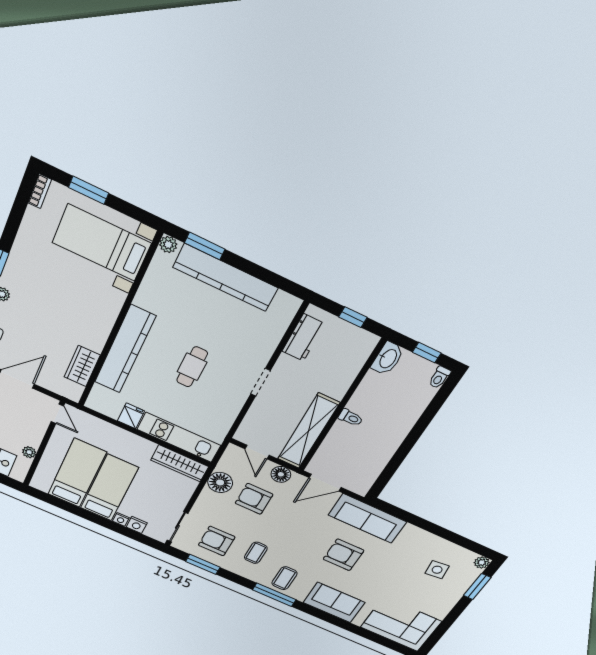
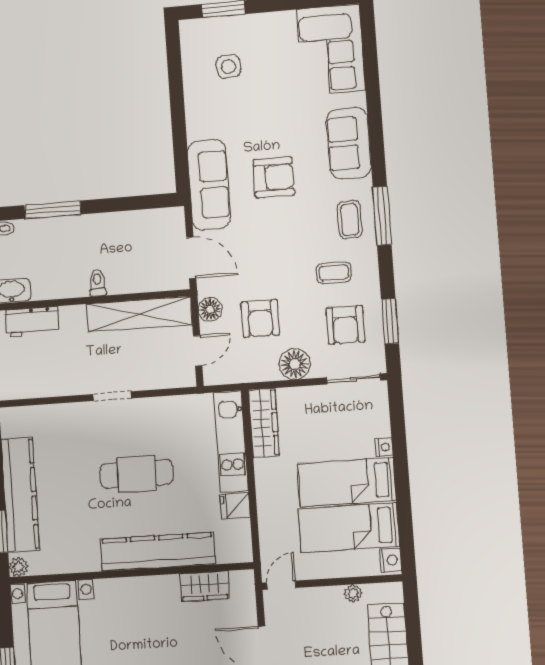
workbench: (303, 338) -> (32, 322), moved, turned 180
cafe table: (192, 367) -> (137, 474), width x1.37, depth x1.35
window: (426, 419) -> (53, 210), added
floor lamp: (220, 482) -> (295, 364), moved
nightstand: (137, 525) -> (390, 560), moved
armchair: (343, 555) -> (274, 177), turned -90
plant: (482, 562) -> (188, 29), removed
coffee table: (284, 578) -> (350, 220), turned 90

